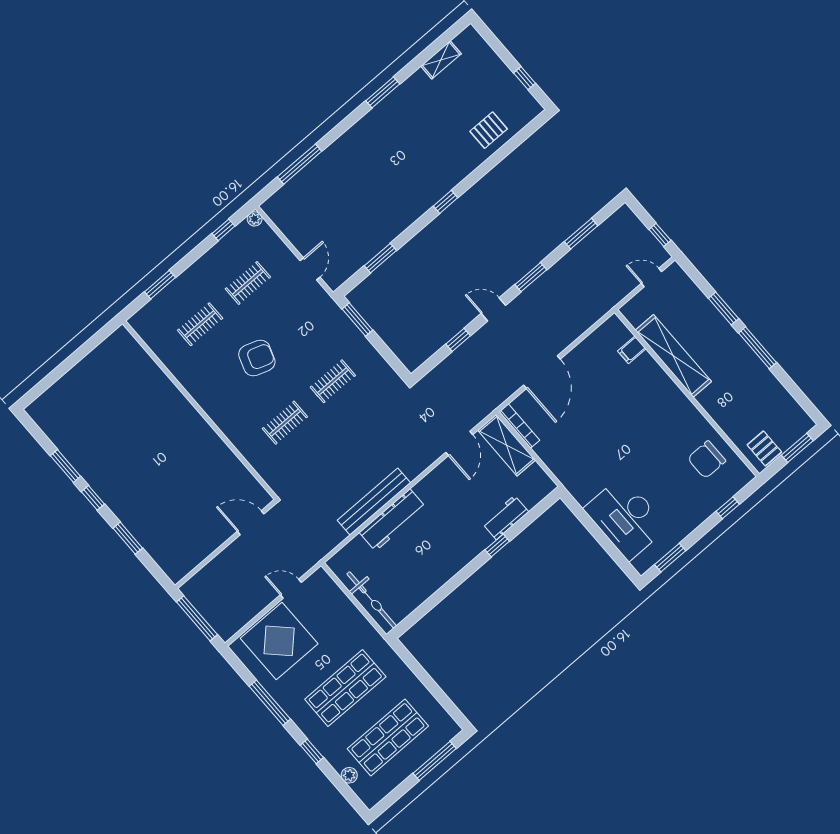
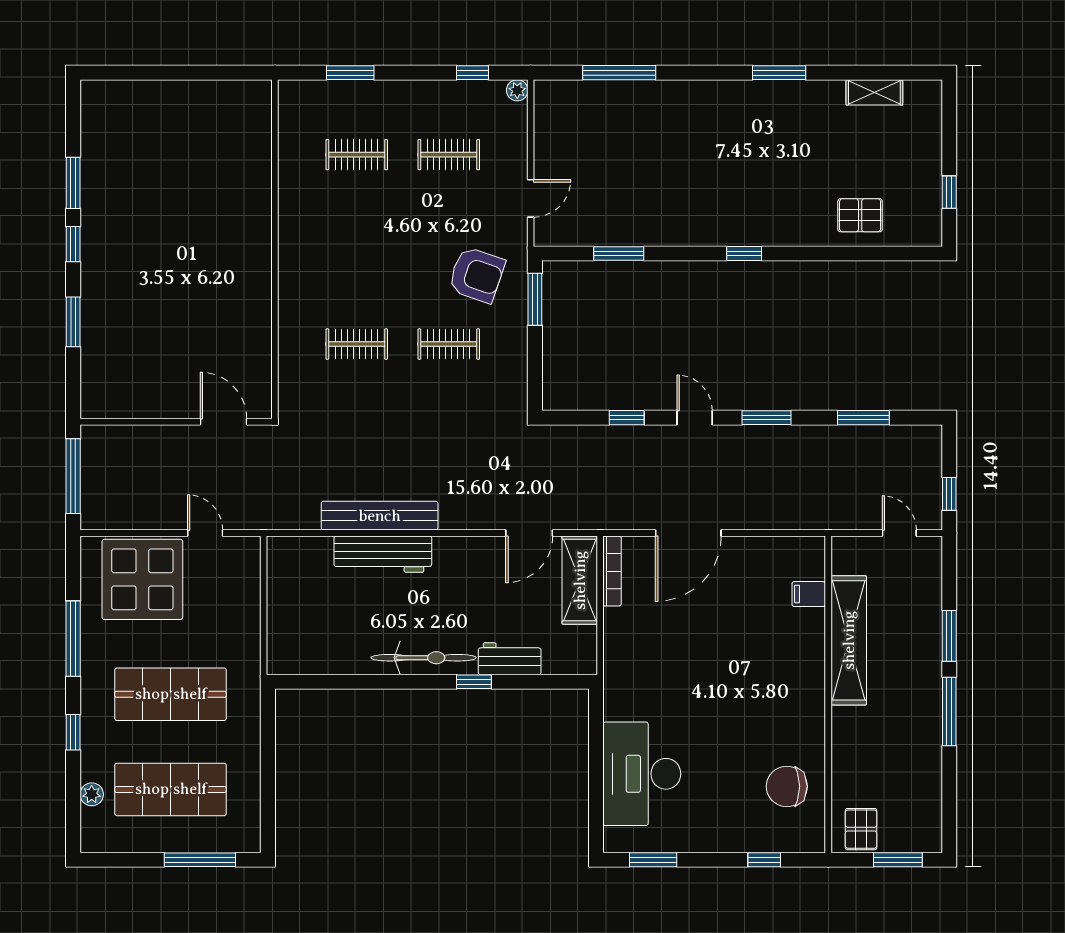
armchair: (257, 358) -> (477, 275), moved
bicycle: (372, 600) -> (424, 658), moved, turned -90

